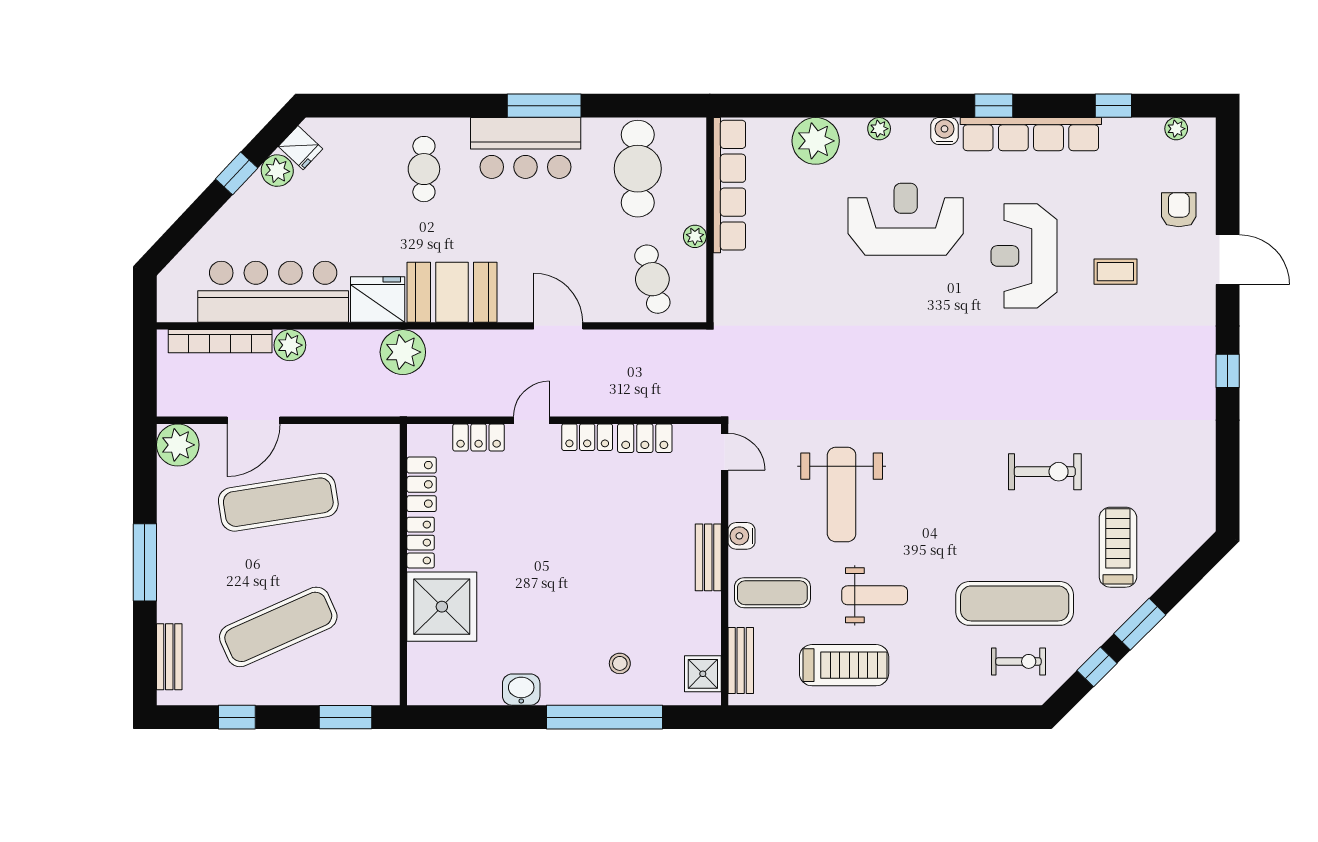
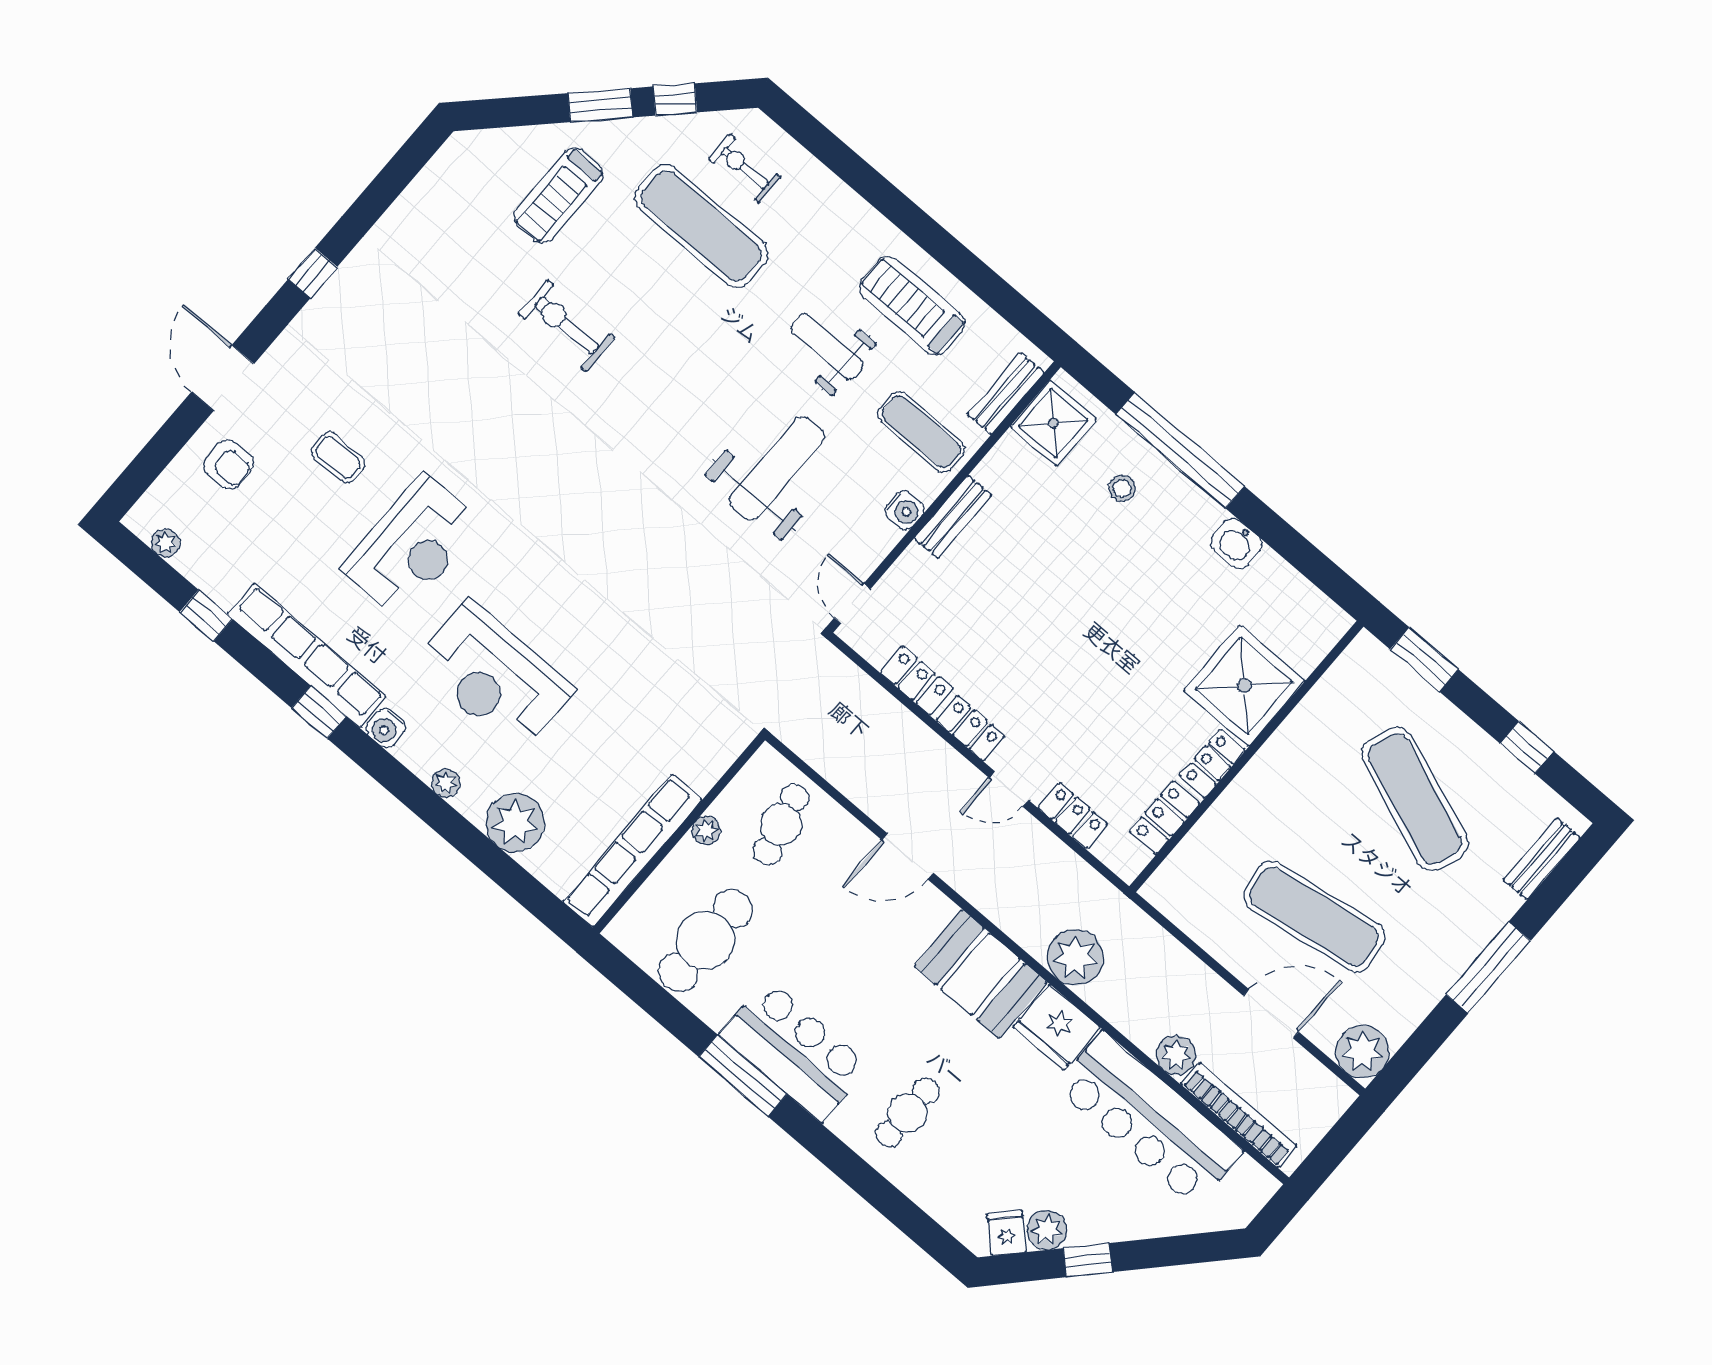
armchair: (1179, 210) -> (229, 464), turned -90
door: (558, 326) -> (908, 856), hinge flipped
exercise mat: (278, 627) -> (1415, 799), turned 45
shower: (703, 674) -> (1053, 423), width x1.36, depth x1.36

